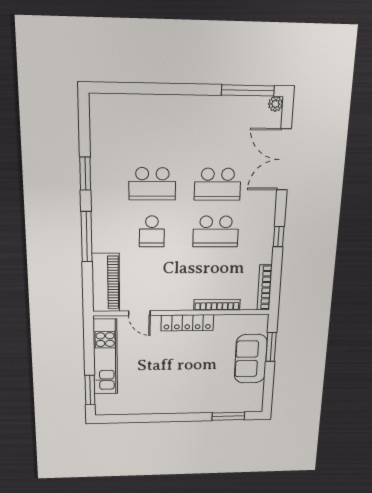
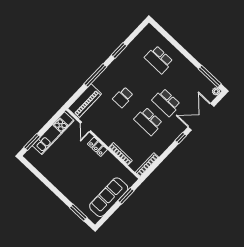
school desk: (152, 184) -> (159, 60), moved
window: (279, 236) -> (181, 138), moved
locker: (187, 323) -> (97, 147), width x0.66
sofa: (251, 359) -> (109, 197), width x1.36

